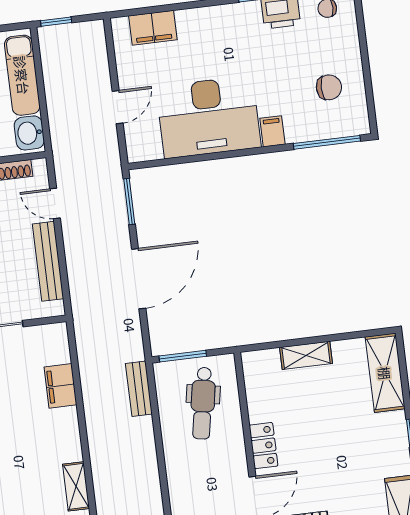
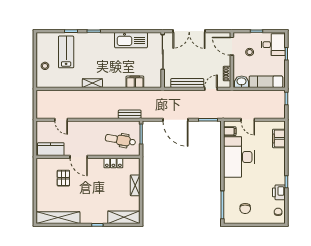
filing cabinet: (272, 131) -> (230, 131), moved
locker: (263, 446) -> (113, 163), moved

